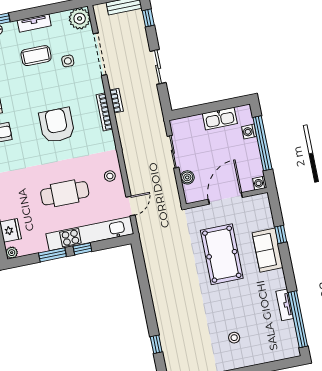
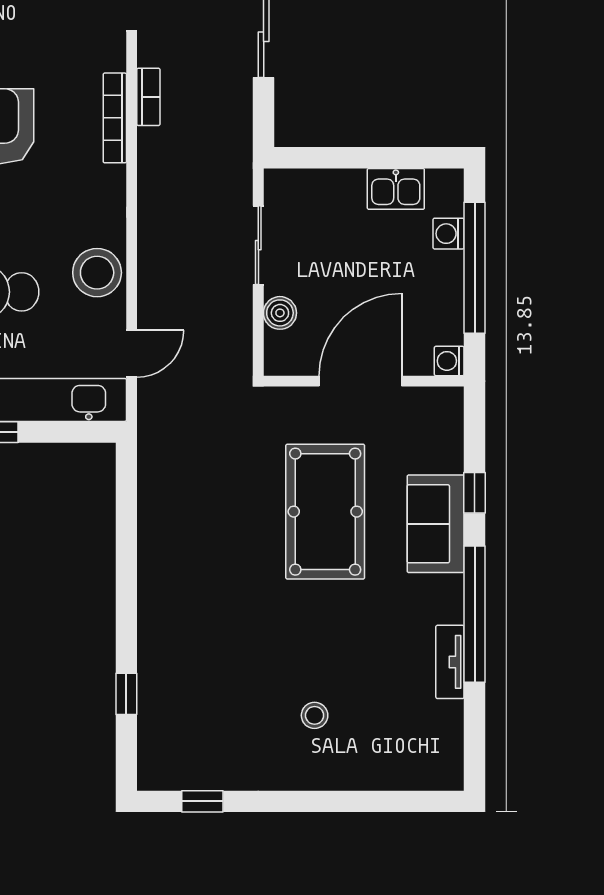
kitchen sink: (220, 119) -> (396, 189), width x0.73
stool: (110, 176) -> (97, 273), width x1.89, depth x1.89
window: (298, 319) -> (475, 614), moved

